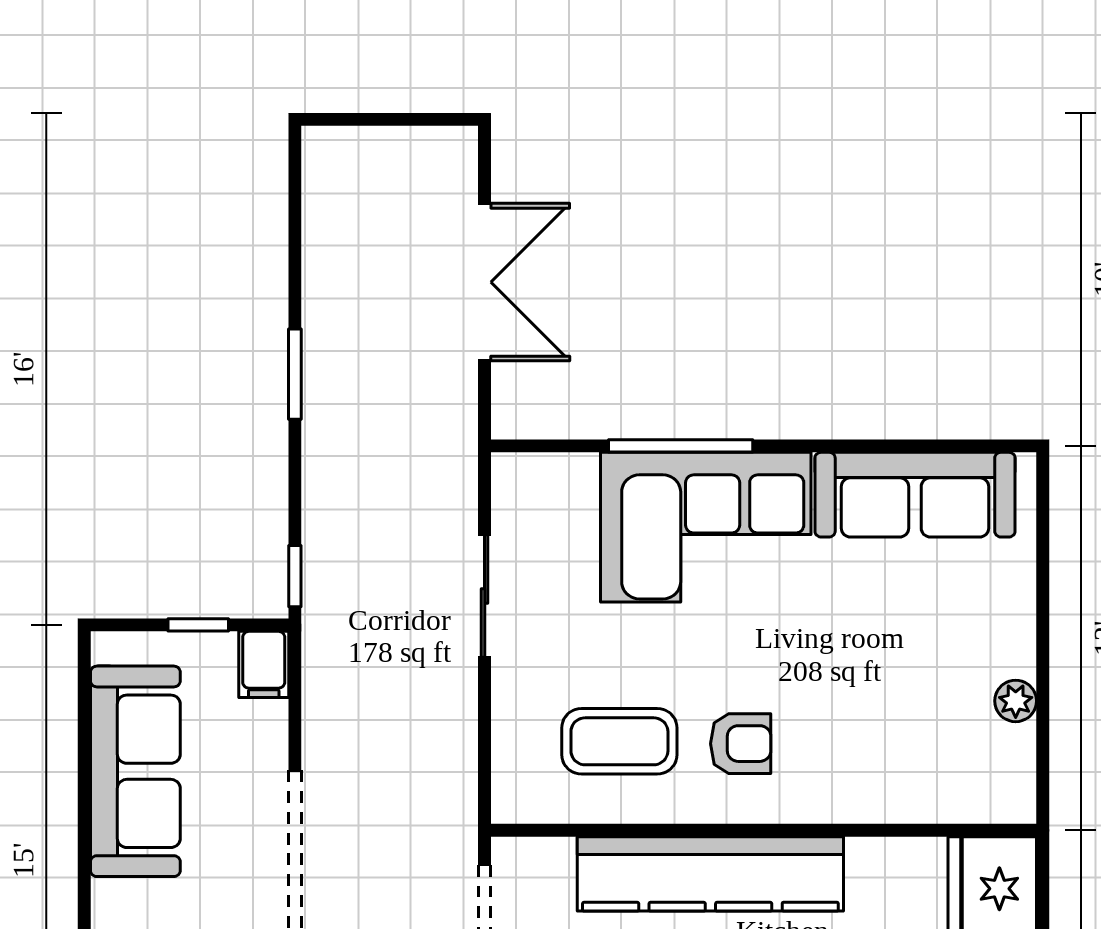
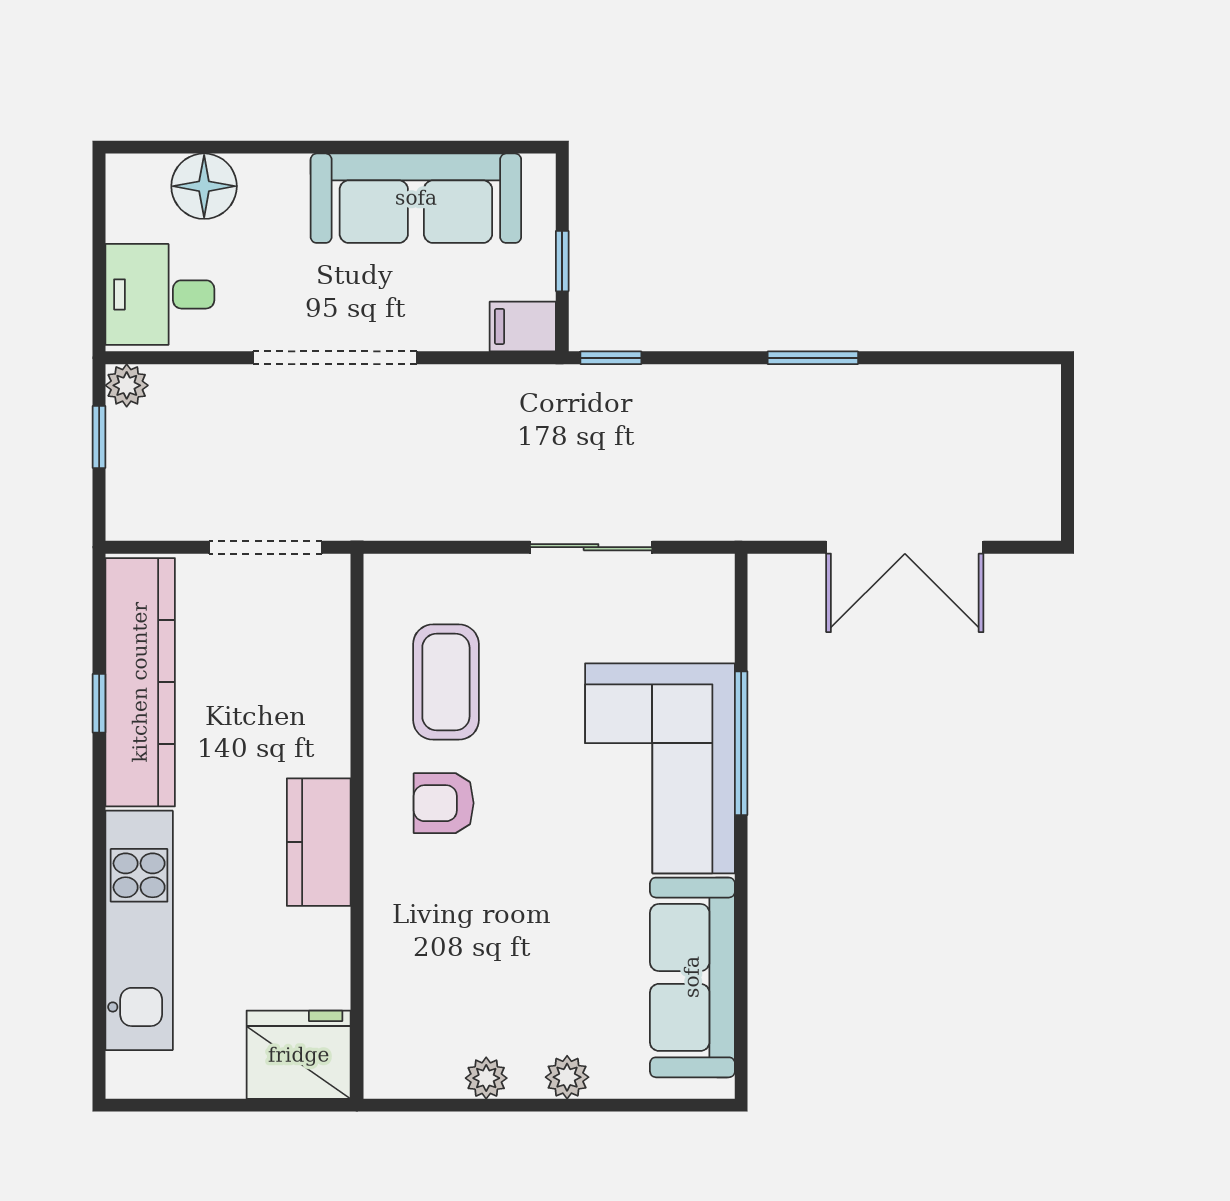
plant: (1015, 620) -> (567, 1077), added
armchair: (741, 744) -> (444, 803), turned 90
kitchen counter: (710, 874) -> (319, 842), width x0.48, depth x0.86

